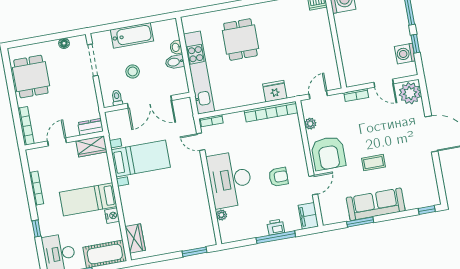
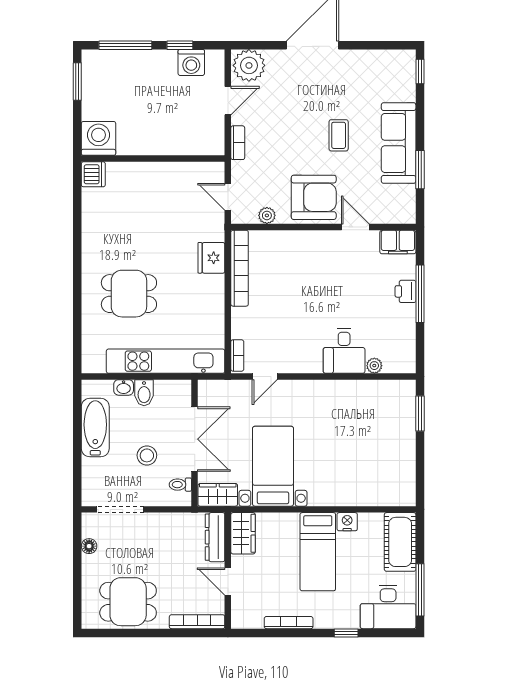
bathtub: (132, 35) -> (95, 428), moved
dresser: (91, 127) -> (215, 537), width x1.44
armchair: (278, 177) -> (335, 275), removed
desk: (230, 180) -> (344, 351), width x0.53, depth x0.77
wardrobe: (135, 238) -> (218, 495), moved

